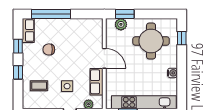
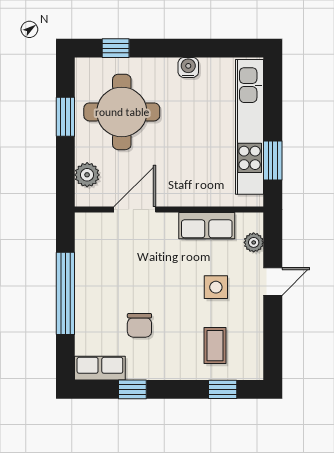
window: (51, 14) -> (65, 293), moved
window: (125, 14) -> (65, 117), moved
door: (104, 58) -> (135, 210), moved
window: (18, 72) -> (223, 389), moved

